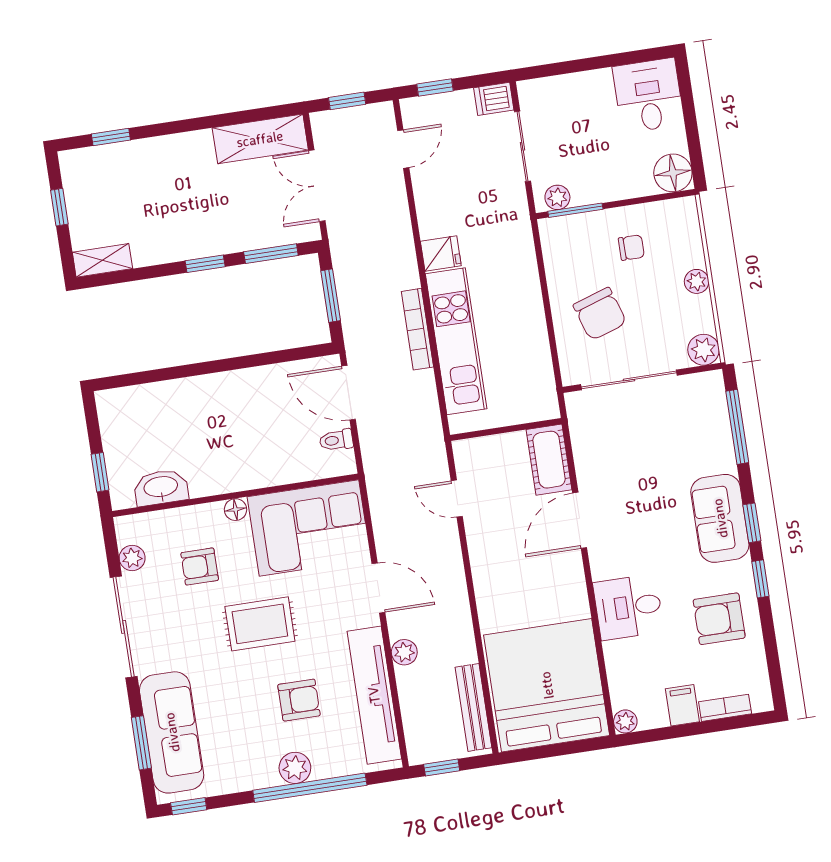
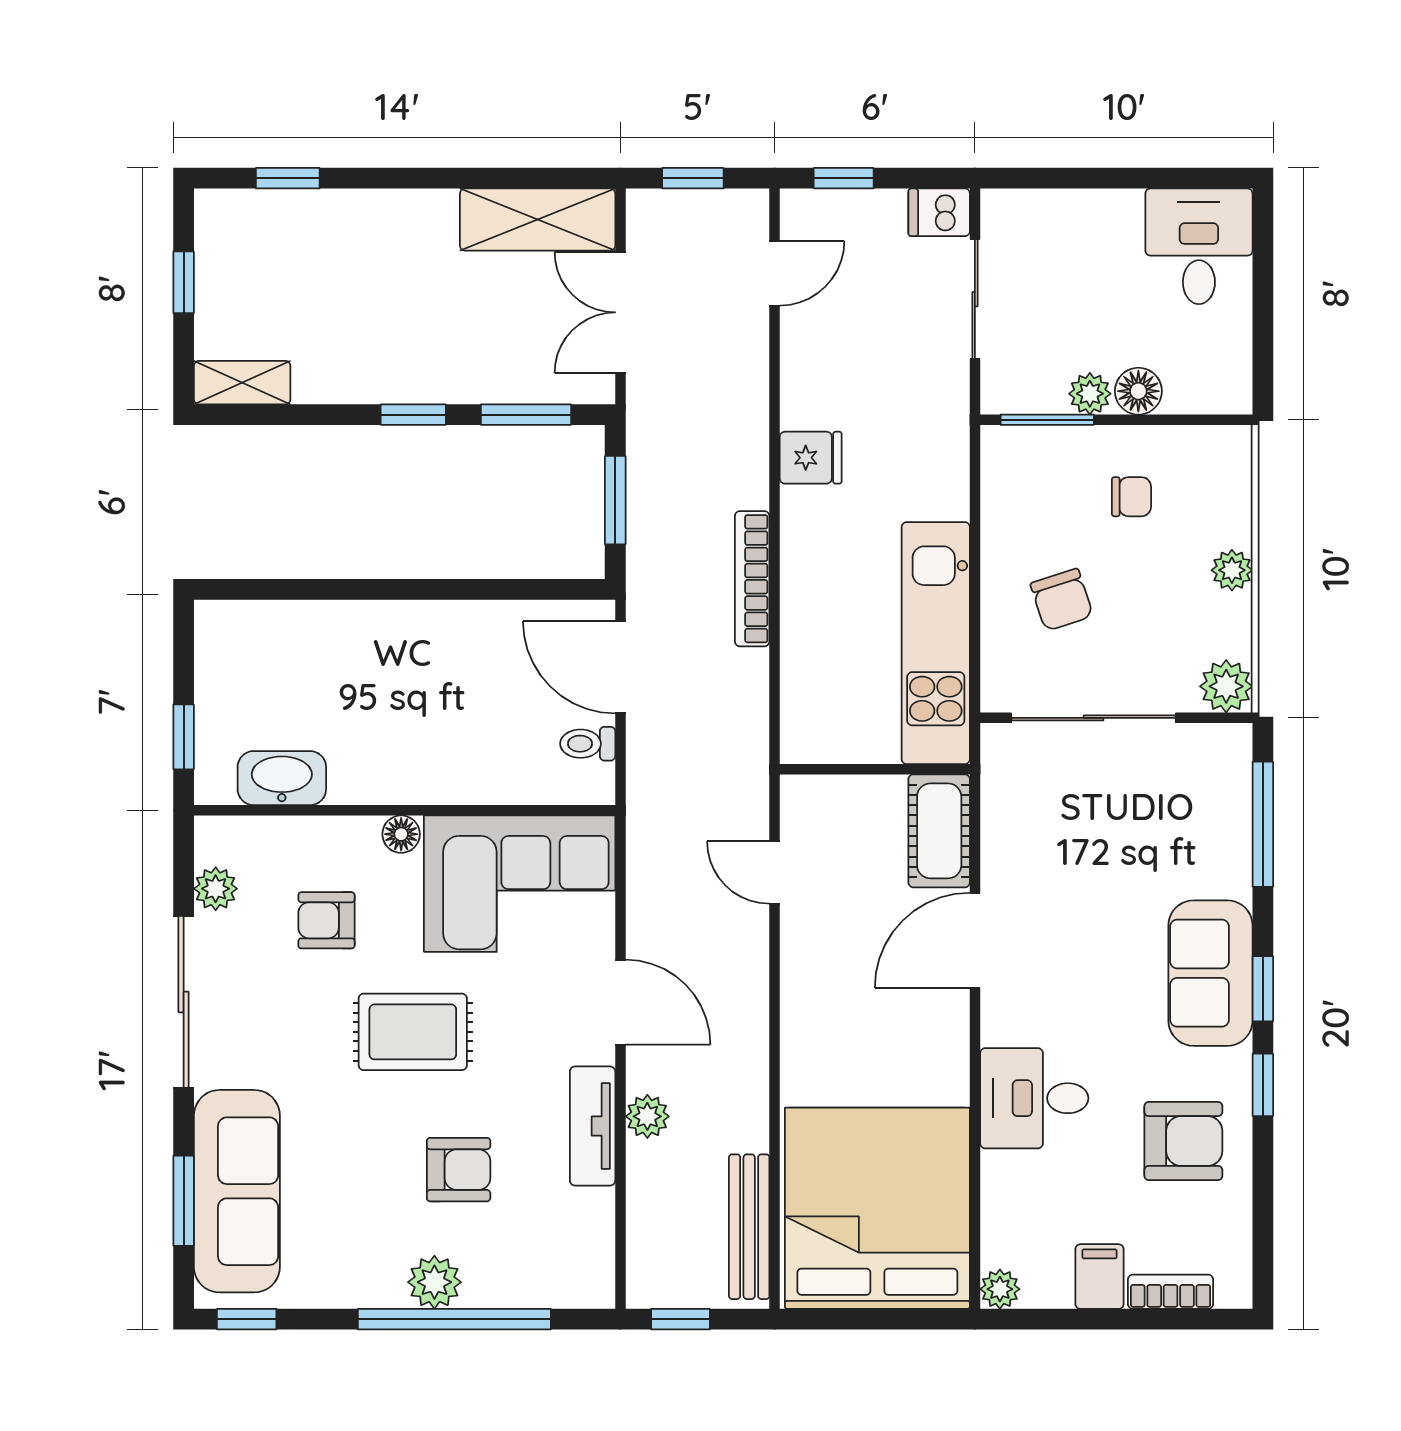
floor lamp: (673, 173) -> (1138, 391), moved, width x0.73, depth x0.73
plant: (557, 197) -> (1090, 394), moved
chair: (600, 314) -> (1062, 600), width x0.73, depth x0.73
kitchen unit: (456, 341) -> (936, 643), moved, turned 180
armchair: (719, 619) -> (1183, 1141), turned 180
tv unit: (374, 695) -> (593, 1126), width x0.52, depth x0.78

